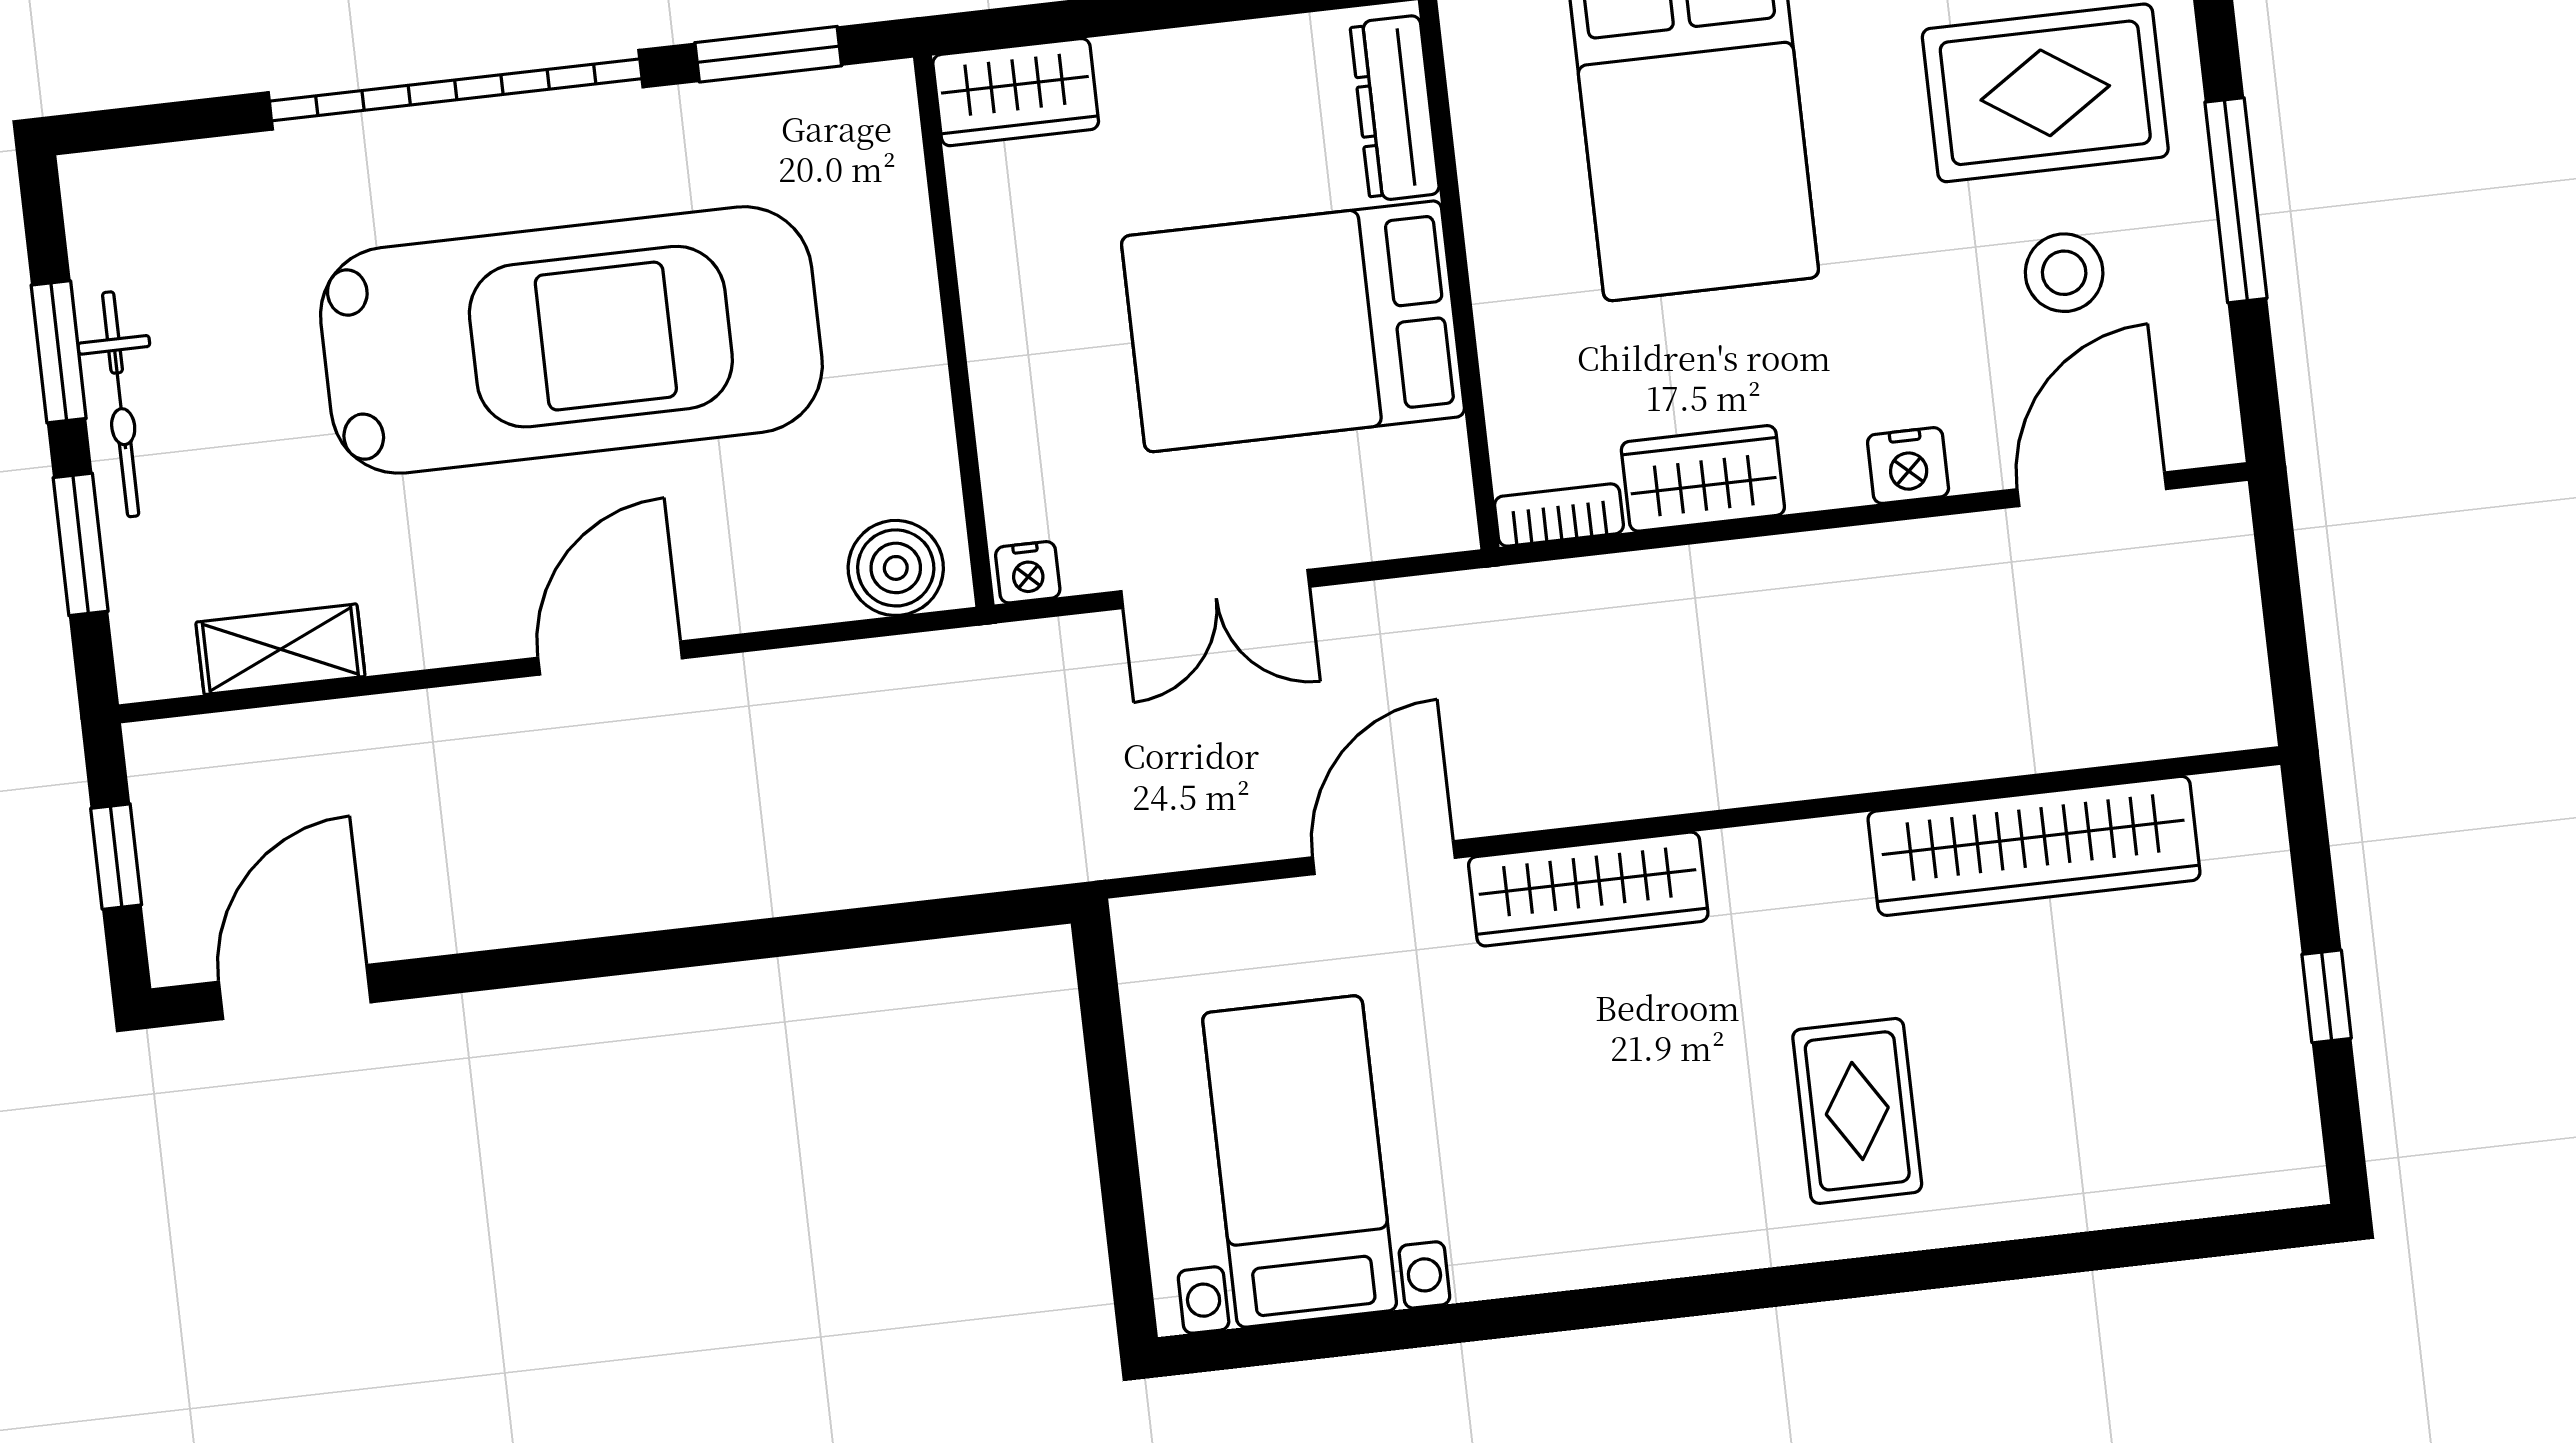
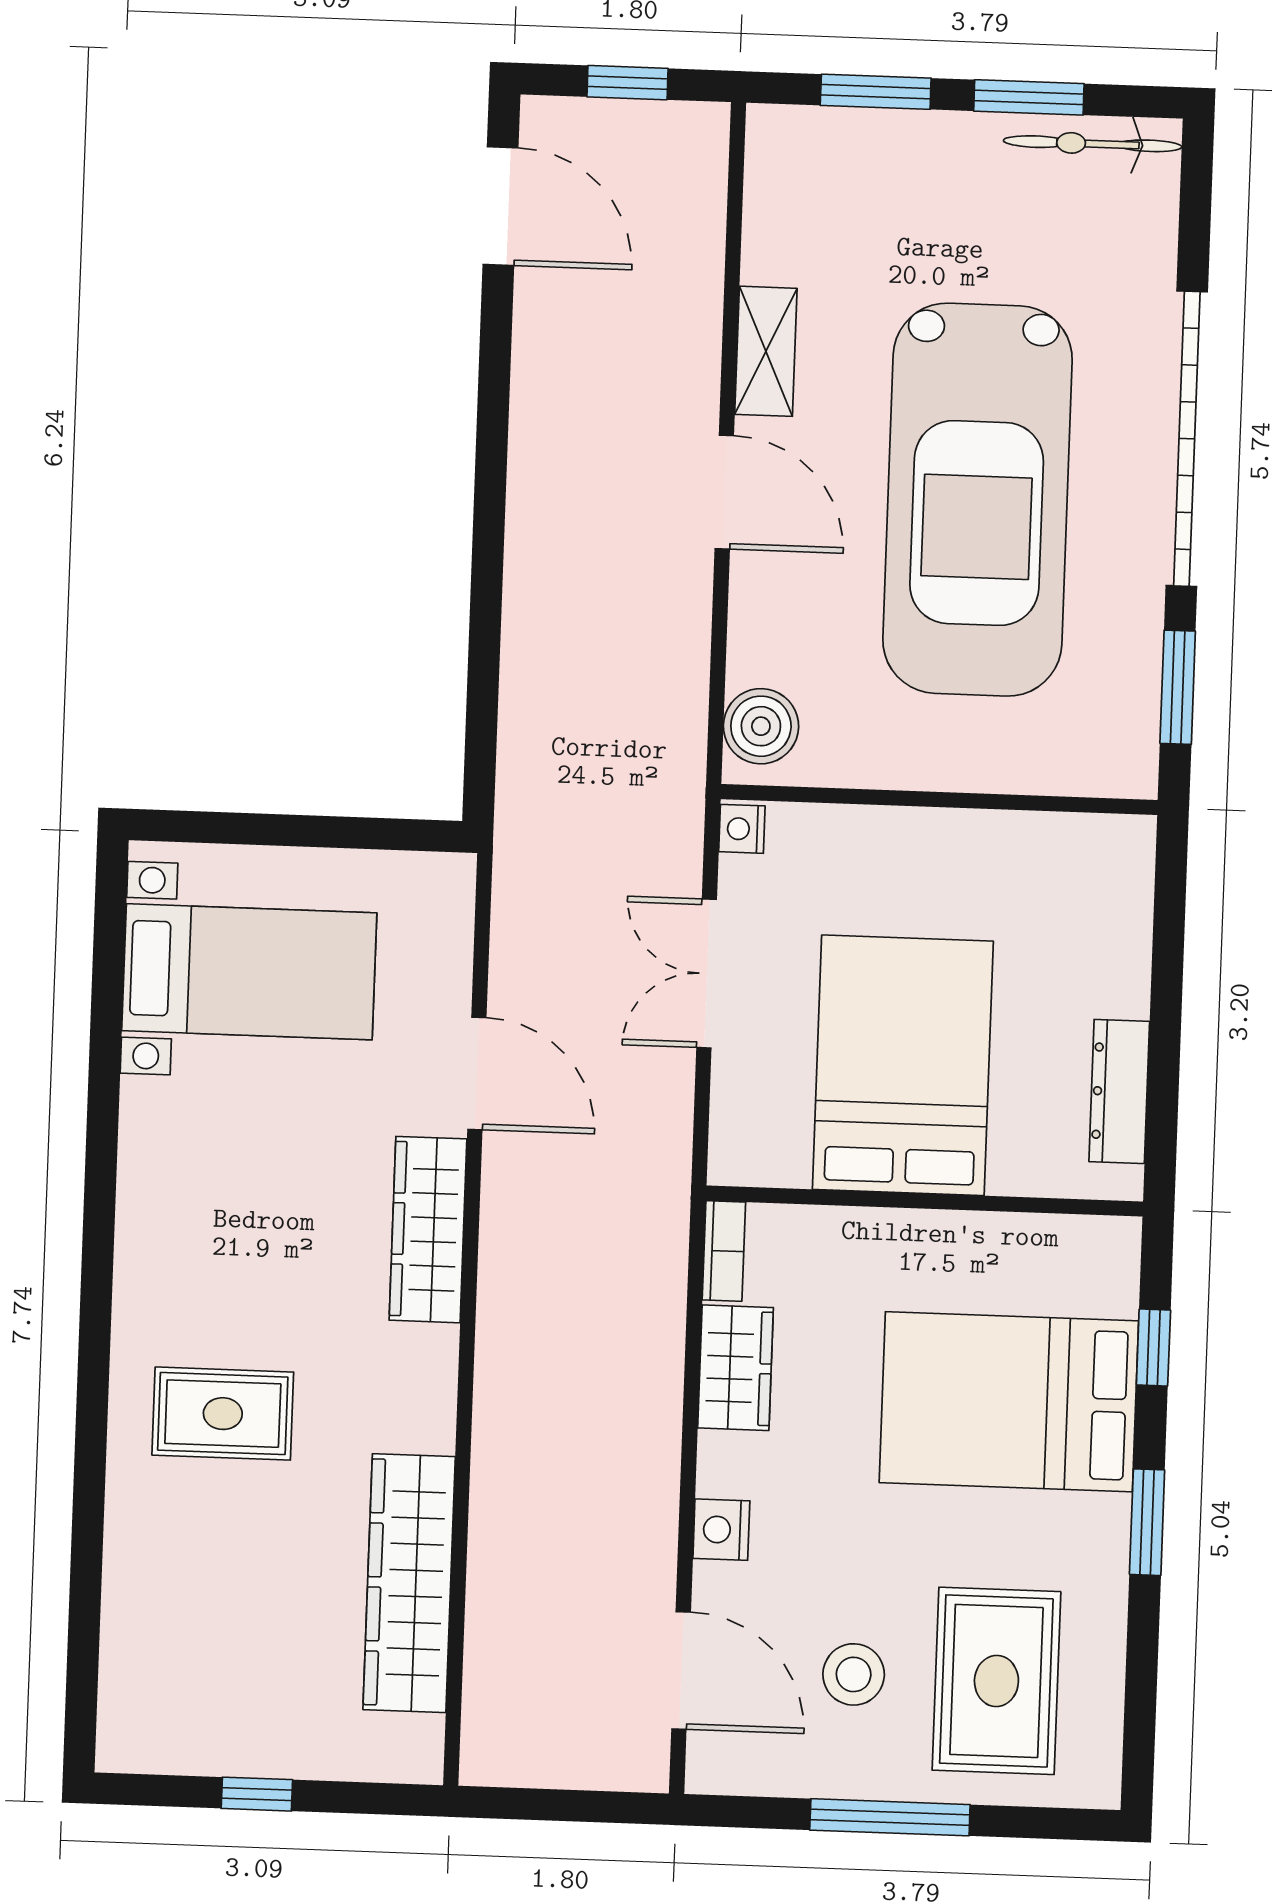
wardrobe: (1016, 92) -> (1119, 876), removed
dresser: (1395, 108) -> (1119, 1091), moved, turned -90
bicycle: (121, 404) -> (1093, 144), moved
shelving: (280, 649) -> (766, 351), moved

